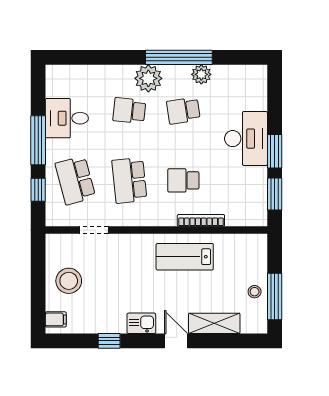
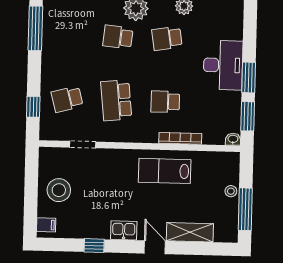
desk: (67, 118) -> (61, 42), removed
window: (38, 140) -> (35, 28), moved
school desk: (75, 180) -> (67, 99), width x0.54
washbasin: (259, 220) -> (233, 139), added
stool: (255, 292) -> (231, 191), moved

